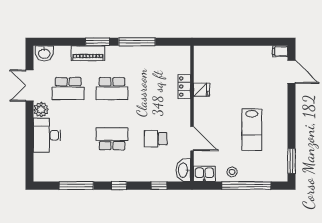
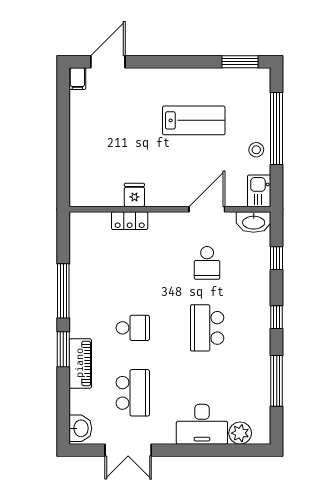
school desk: (112, 89) -> (133, 328), width x0.54
plant: (41, 110) -> (240, 433), moved

